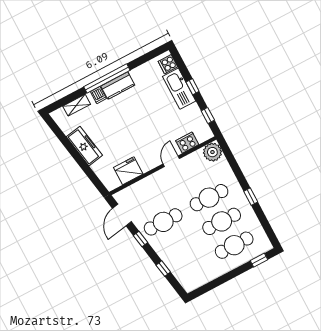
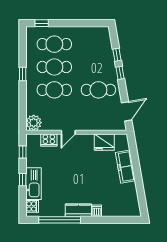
window: (107, 78) -> (60, 220), moved
shelving: (77, 105) -> (117, 212), removed
freezer: (84, 146) -> (125, 167), moved
window: (141, 239) -> (120, 73), moved

